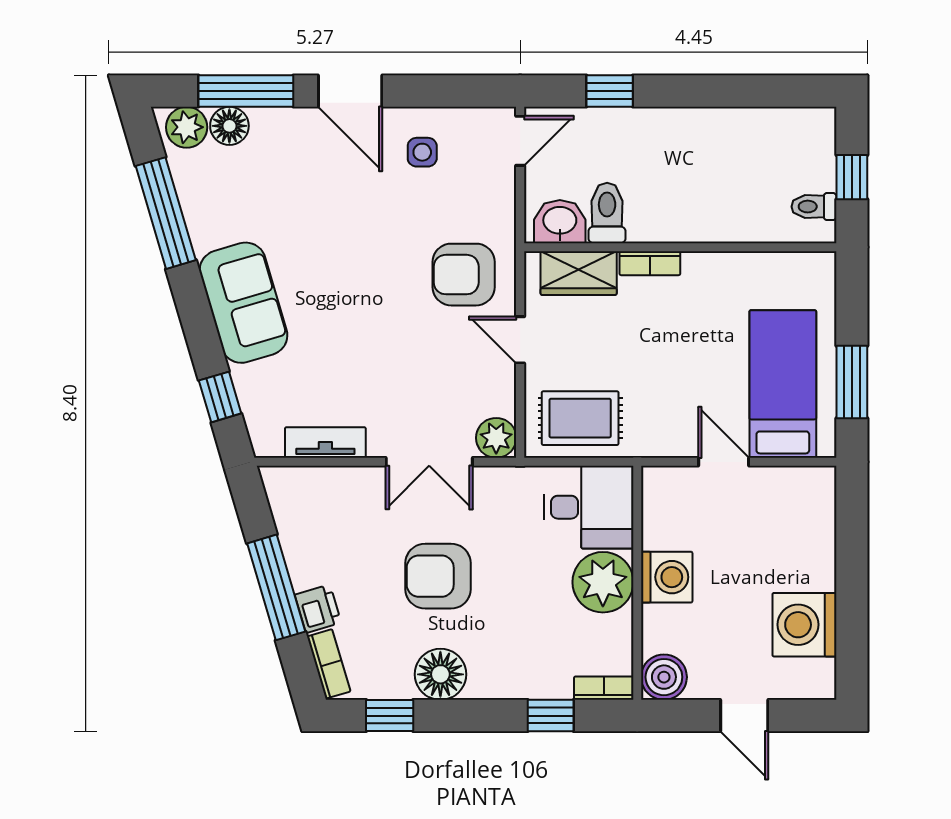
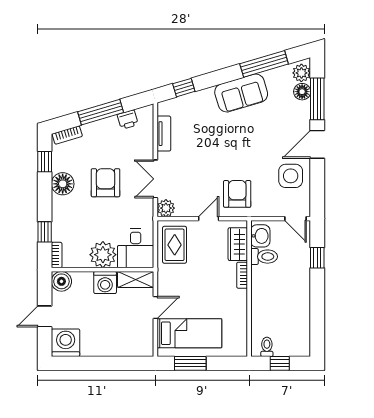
side table: (422, 152) -> (291, 176), width x1.87, depth x1.87
sofa: (243, 303) -> (241, 93), moved
shelving: (660, 507) -> (136, 280), added
printer: (318, 609) -> (128, 120), moved
washing machine: (804, 625) -> (66, 343), moved

